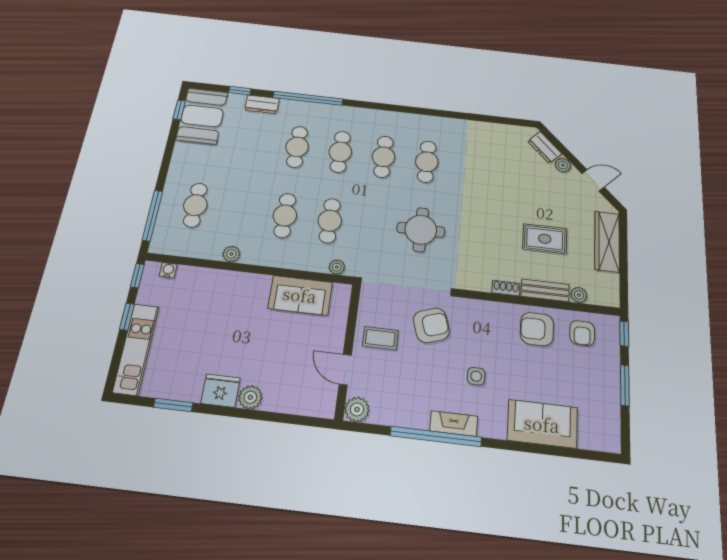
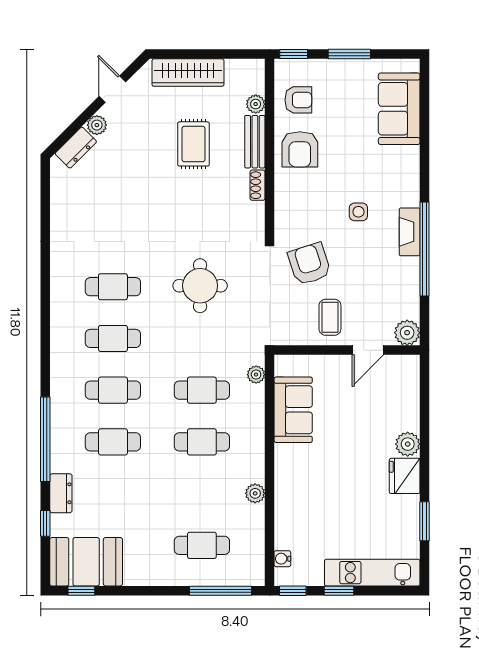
sofa: (542, 424) -> (399, 109), moved

